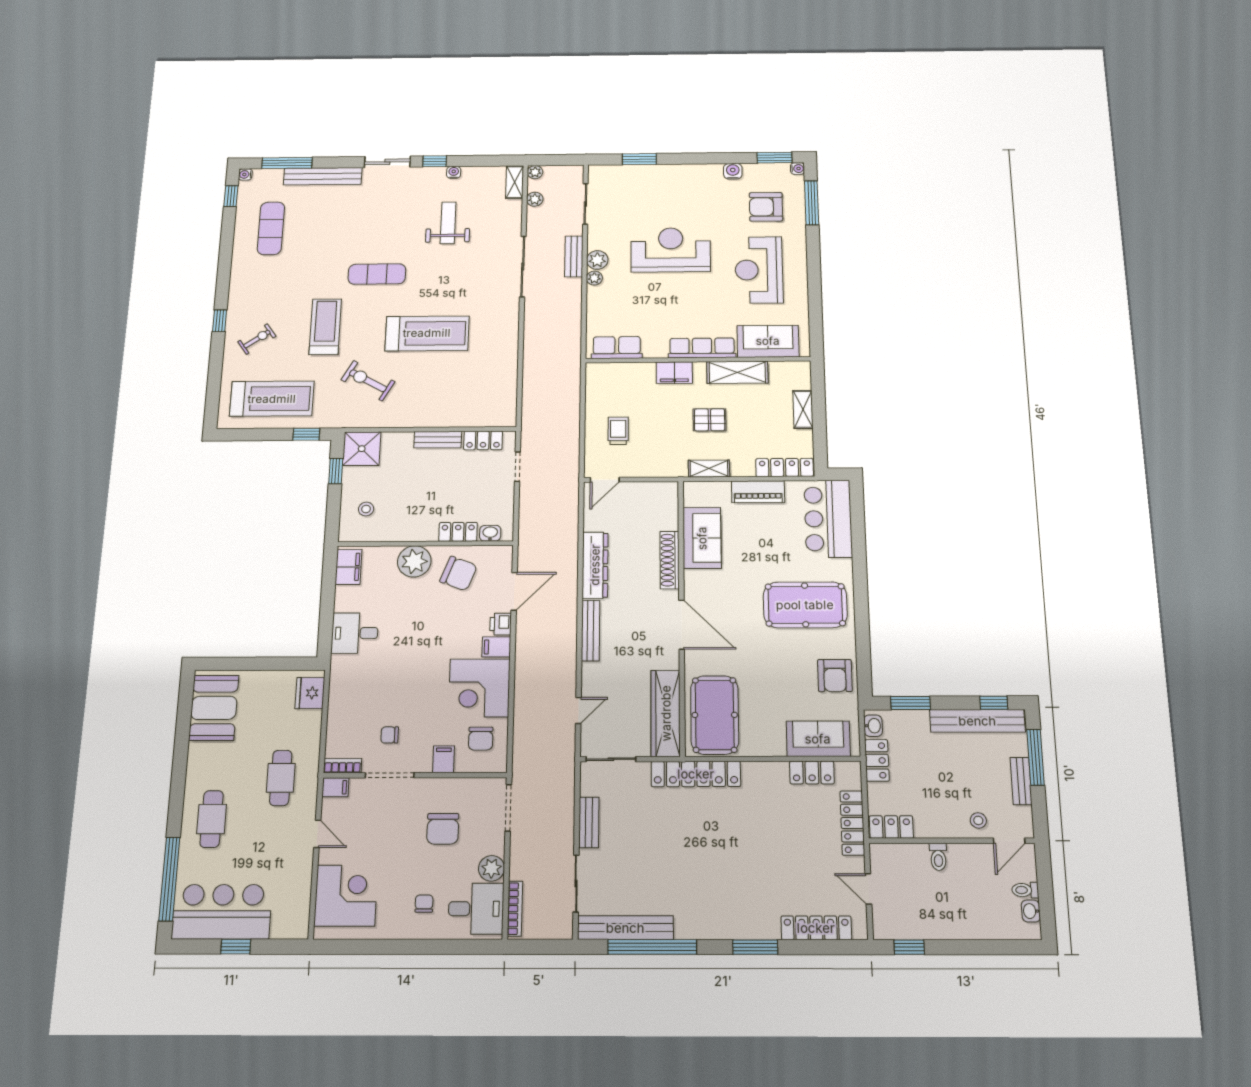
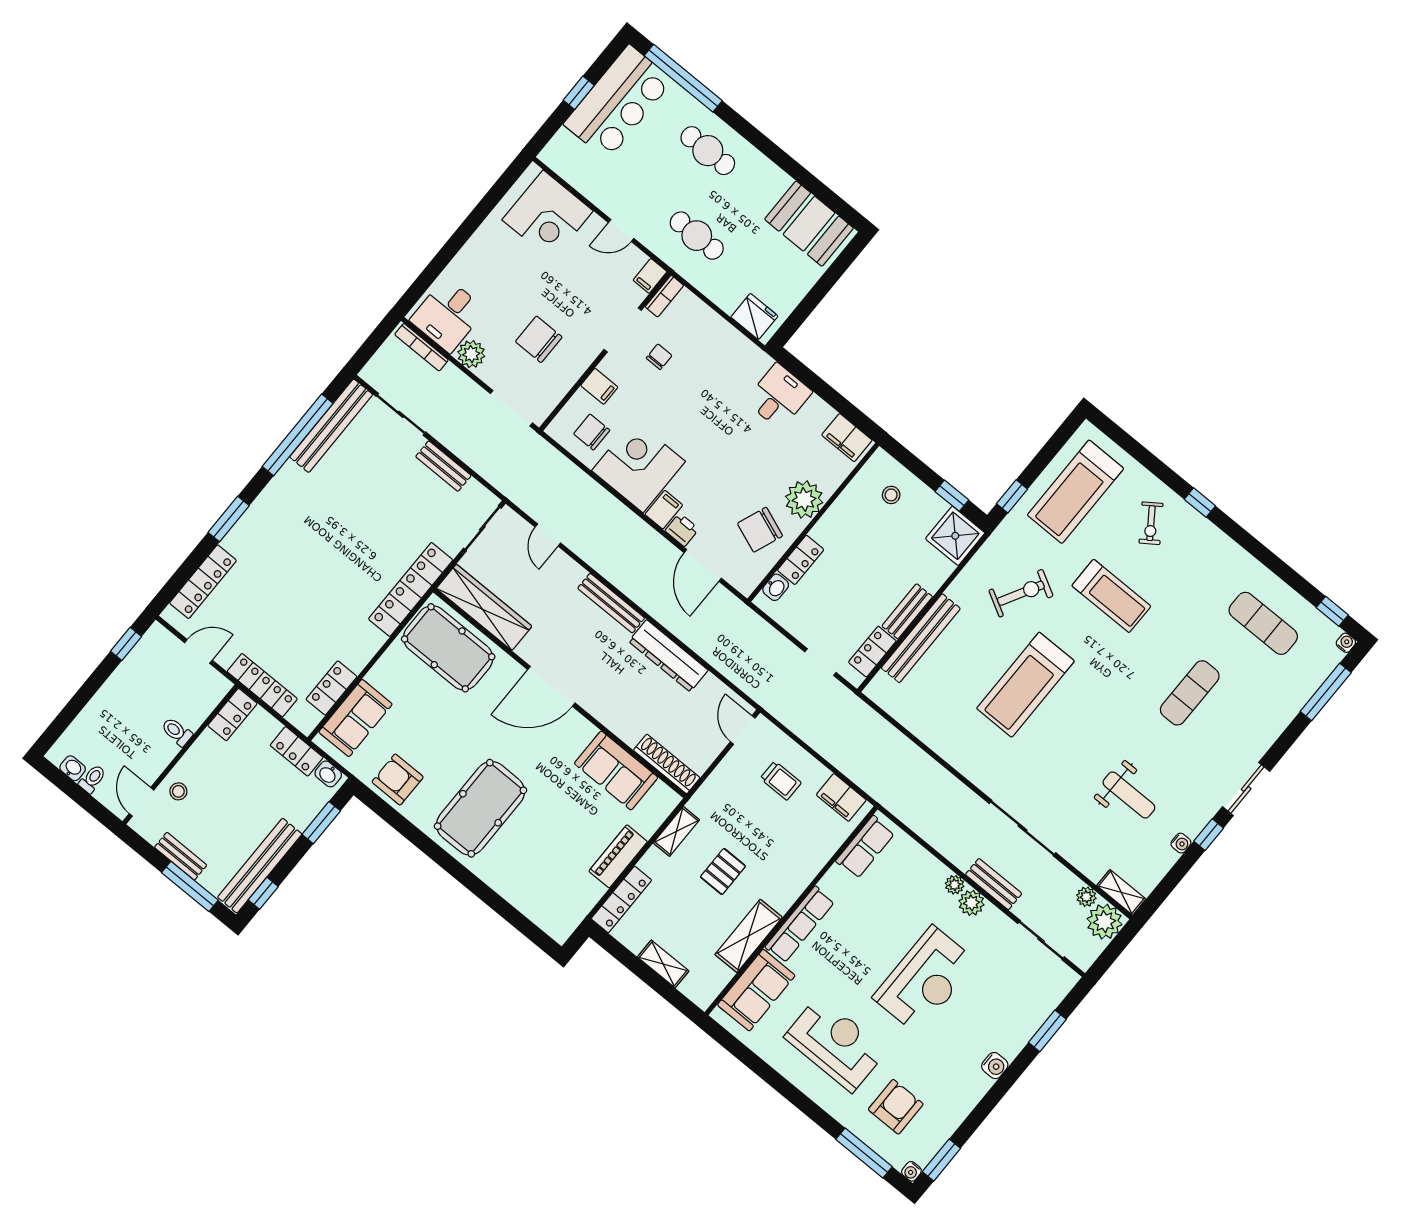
water cooler: (733, 171) -> (995, 1066), moved
plant: (535, 172) -> (1104, 922), width x1.87, depth x1.87
bench: (323, 176) -> (921, 638), moved
exercise mat: (377, 274) -> (1190, 693), moved
filing cabinet: (674, 373) -> (841, 797), moved, turned -90
bar counter: (828, 519) -> (542, 896), removed
shoe rack: (670, 560) -> (667, 764), moved
chair: (424, 904) -> (487, 275), removed

